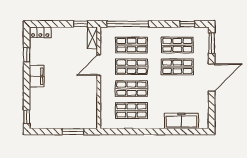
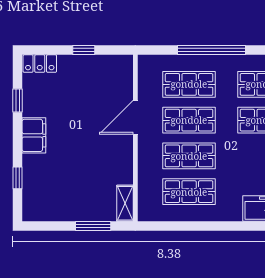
window: (80, 24) -> (84, 50), moved
window: (128, 24) -> (212, 50), moved
shelving: (92, 38) -> (125, 203), moved
window: (27, 117) -> (17, 178), moved

